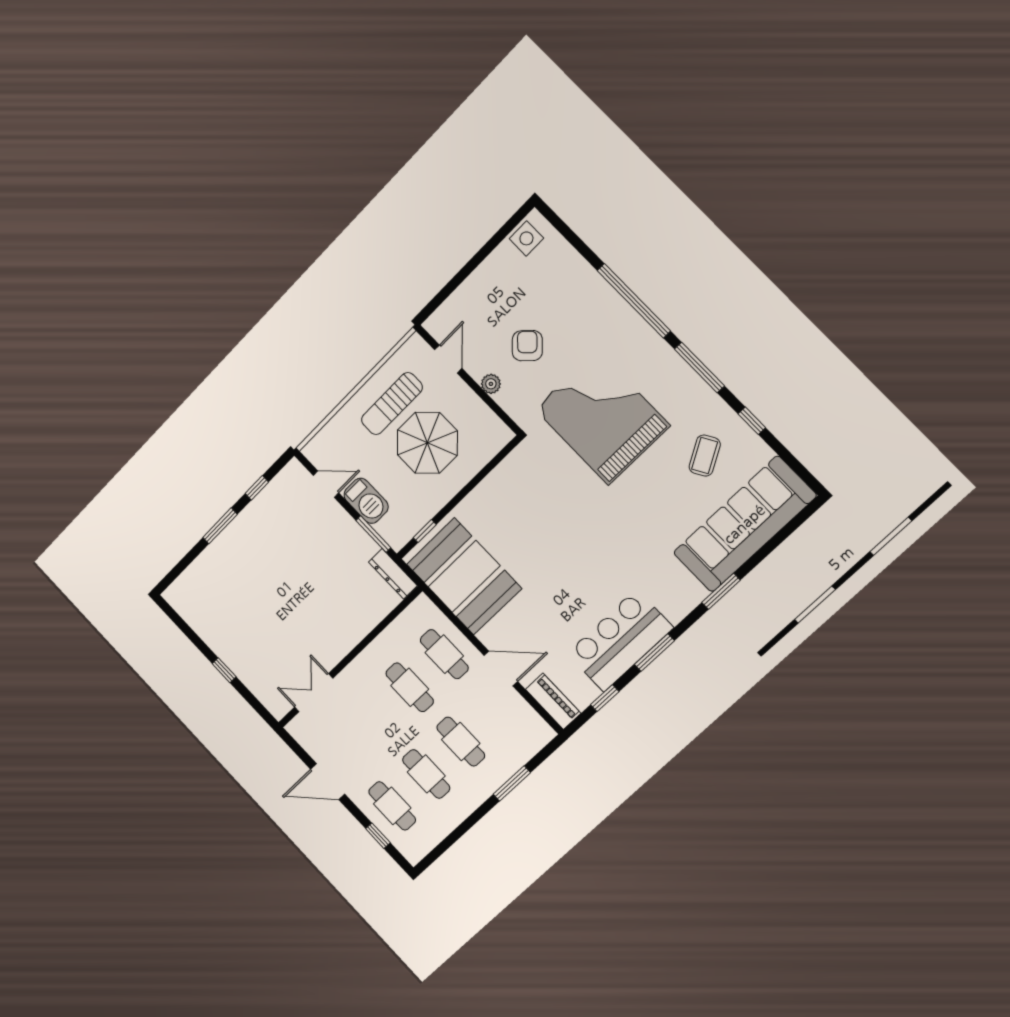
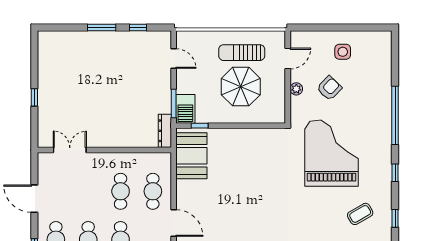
side table: (526, 238) -> (343, 52), moved
window: (699, 367) -> (395, 173), width x0.46
barbecue: (366, 501) -> (185, 109), moved
booth: (464, 576) -> (191, 156), width x0.73, depth x0.70

